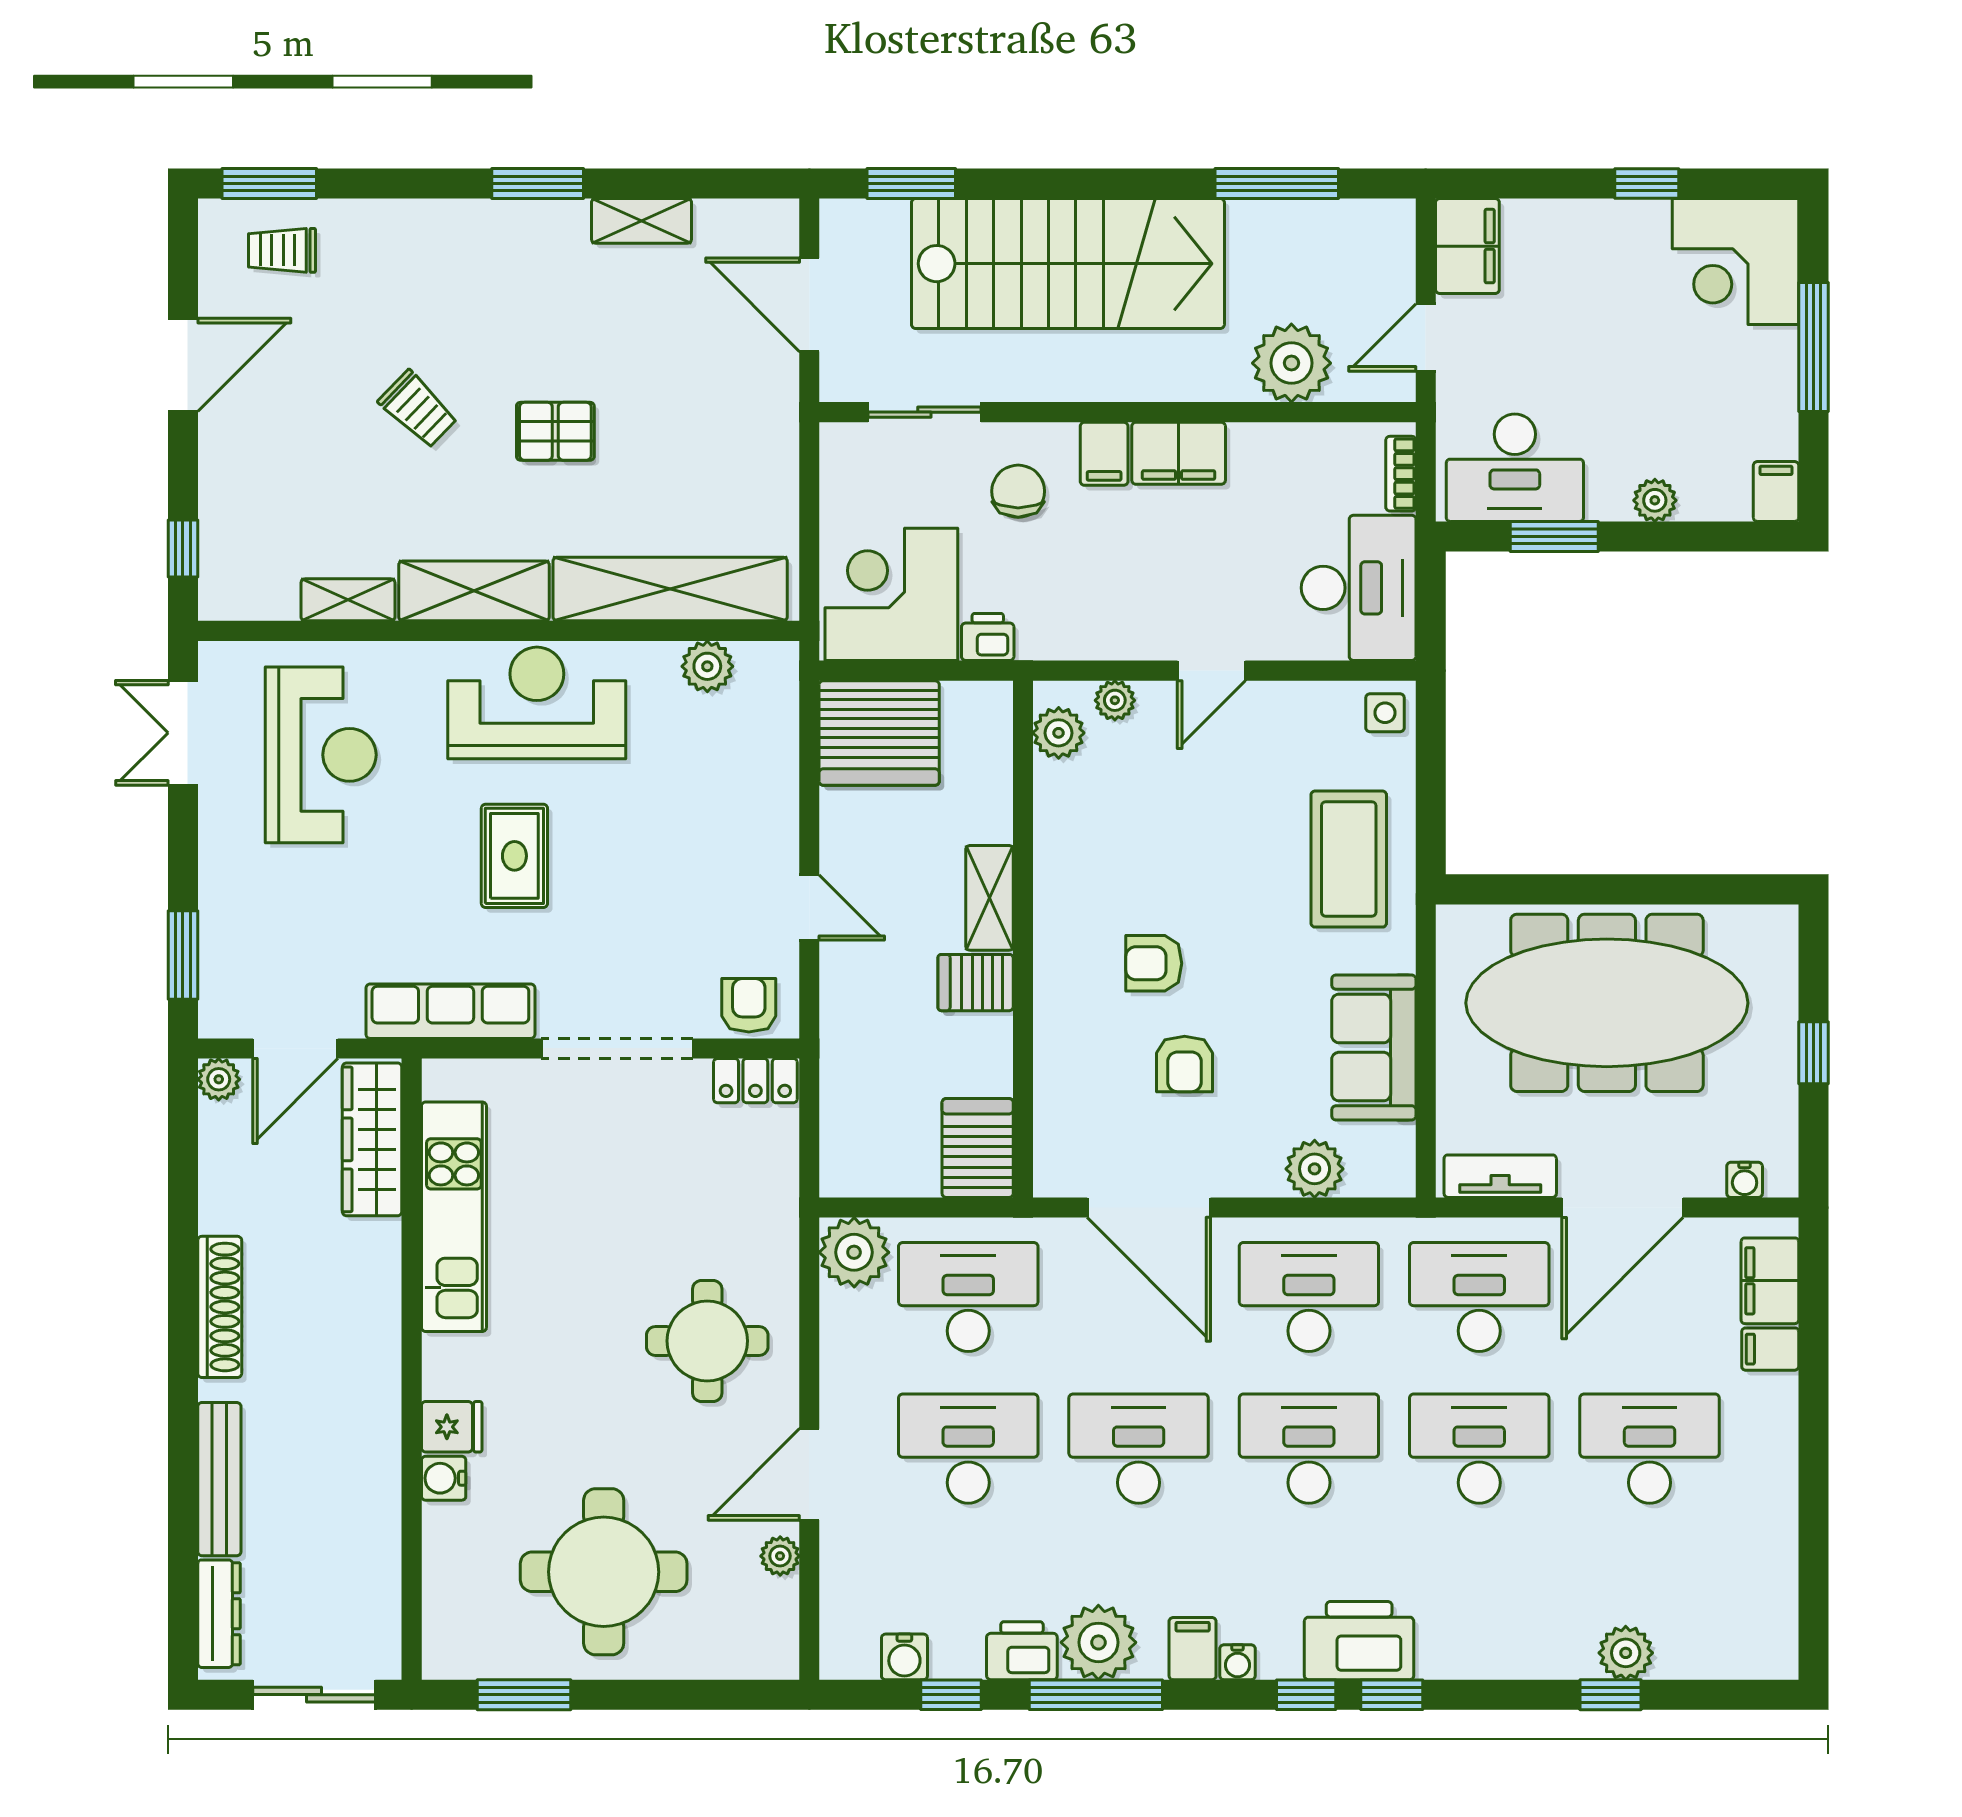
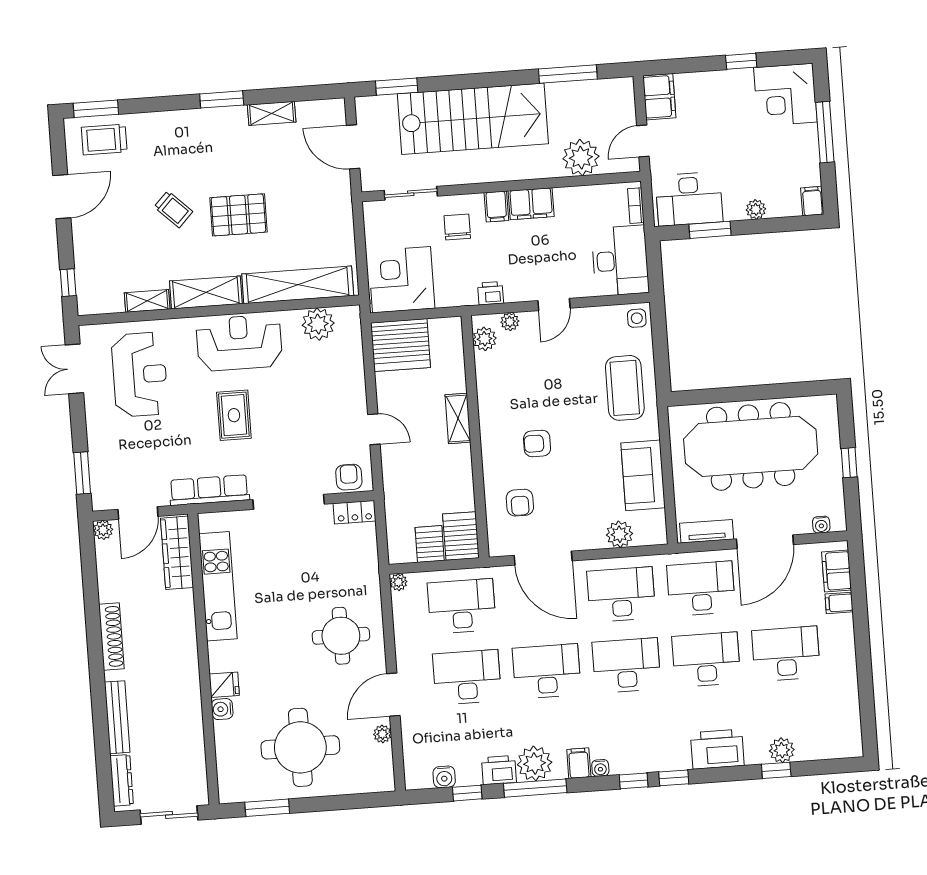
trolley: (282, 250) -> (104, 140), width x1.36, depth x1.39
pallet: (555, 431) -> (238, 215), width x1.50, depth x1.42
printer: (988, 637) -> (490, 293), moved
plant: (707, 666) -> (318, 324), width x1.36, depth x1.36
server rack: (976, 983) -> (430, 544), moved, turned 90
armchair: (1185, 1064) -> (520, 503), moved
plant: (854, 1252) -> (398, 582), width x0.53, depth x0.53
printer: (1359, 1641) -> (717, 749), moved

